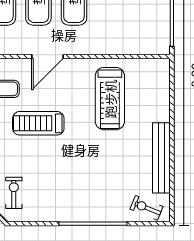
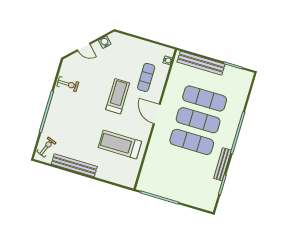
exercise bike: (14, 193) -> (68, 84), moved

